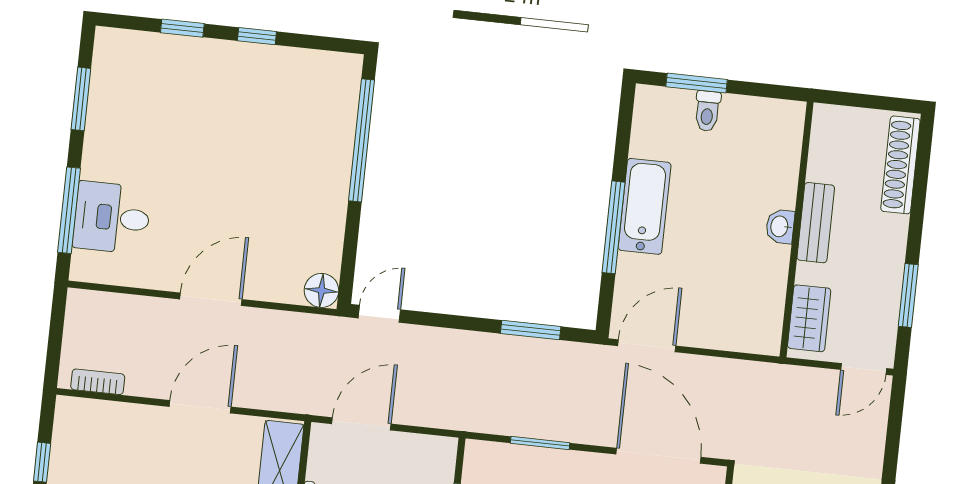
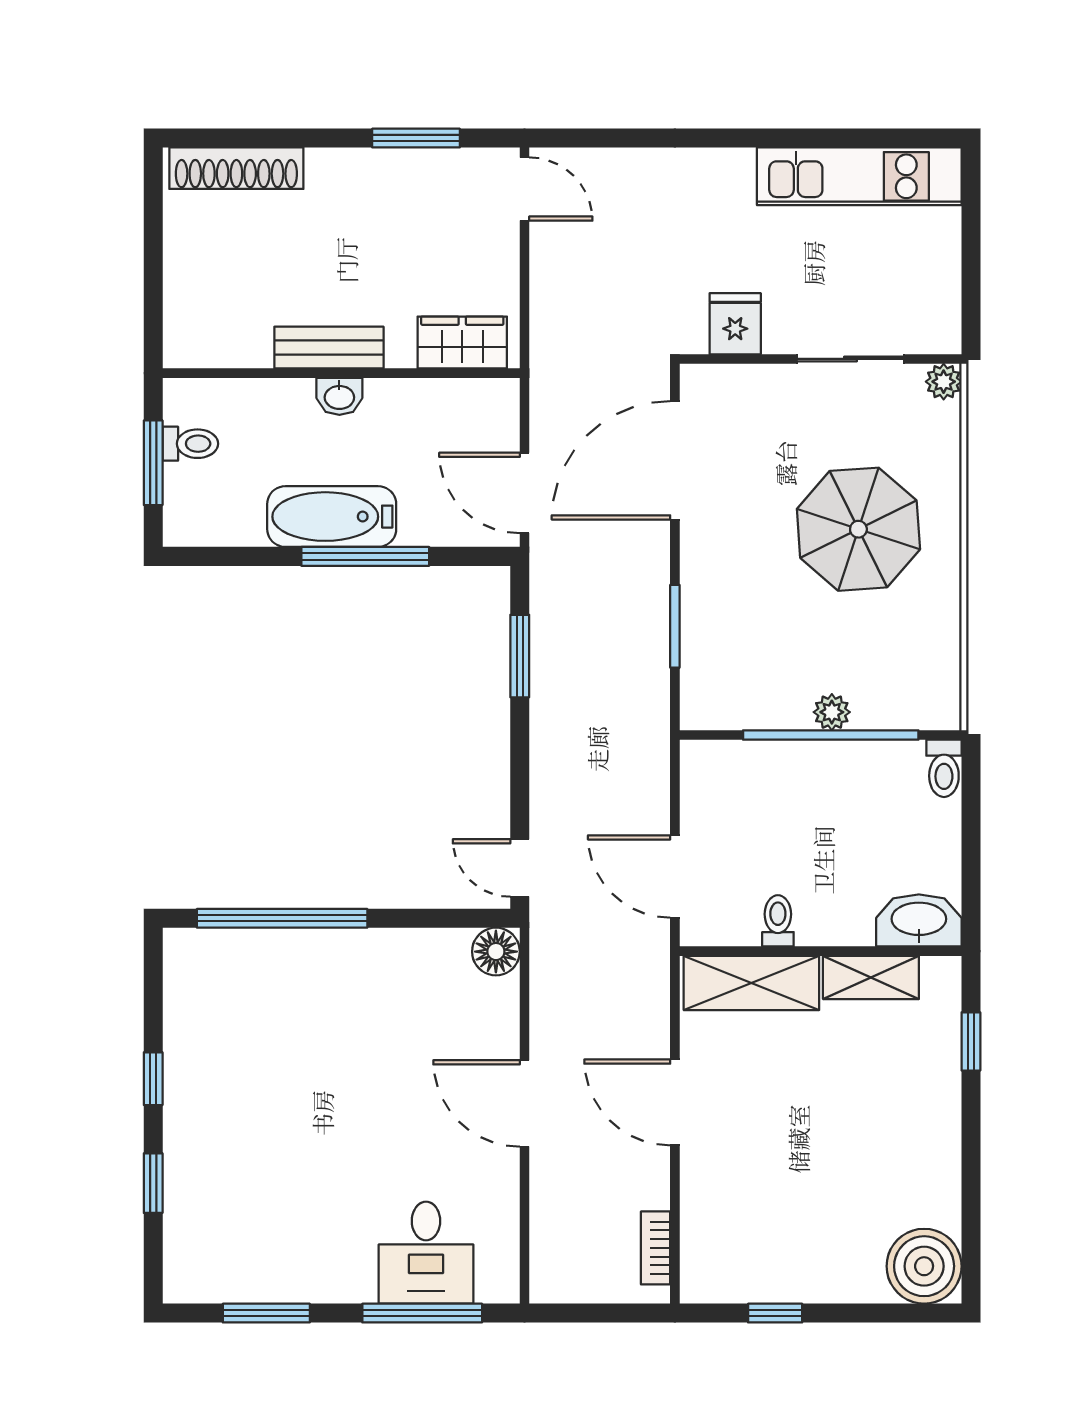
bench: (816, 223) -> (329, 348), moved
washbasin: (780, 226) -> (339, 396), moved
wall: (797, 229) -> (341, 373), moved
wardrobe: (809, 318) -> (462, 342), moved

